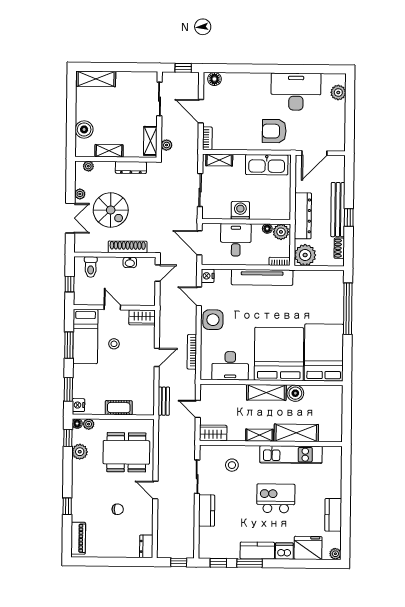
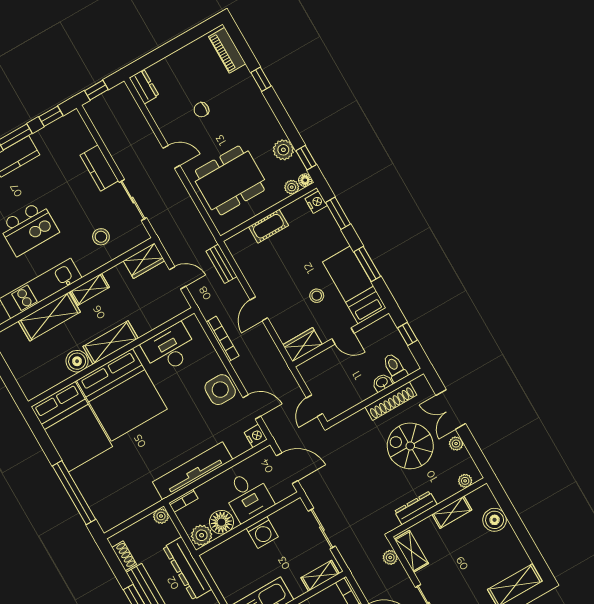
floor lamp: (267, 229) -> (221, 522), width x1.89, depth x1.89
shoe rack: (128, 247) -> (391, 401), moved
plant: (305, 255) -> (161, 516), width x0.53, depth x0.53
washbasin: (130, 262) -> (382, 383), moved

